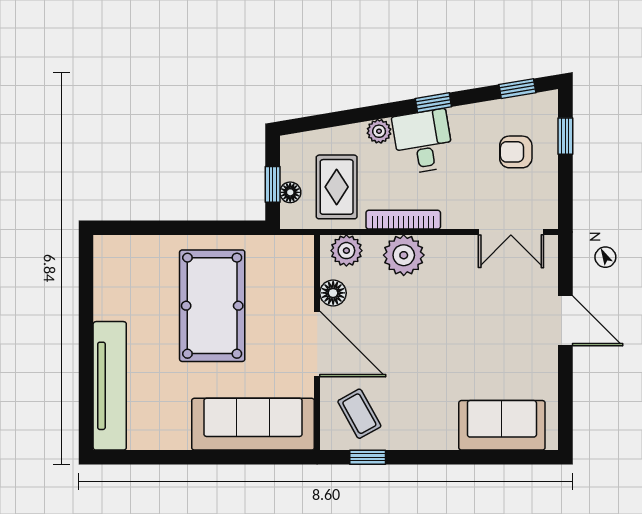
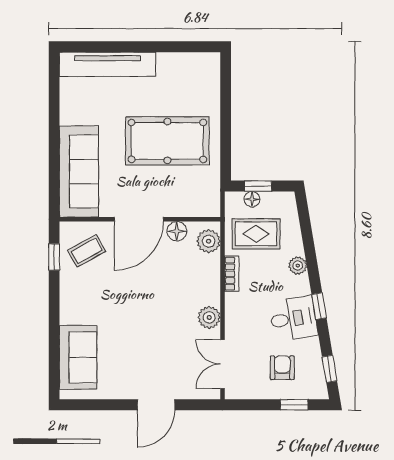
desk: (423, 142) -> (293, 318), moved
bookcase: (403, 220) -> (232, 274), width x0.64
plant: (404, 255) -> (209, 317), moved, width x0.73, depth x0.73

